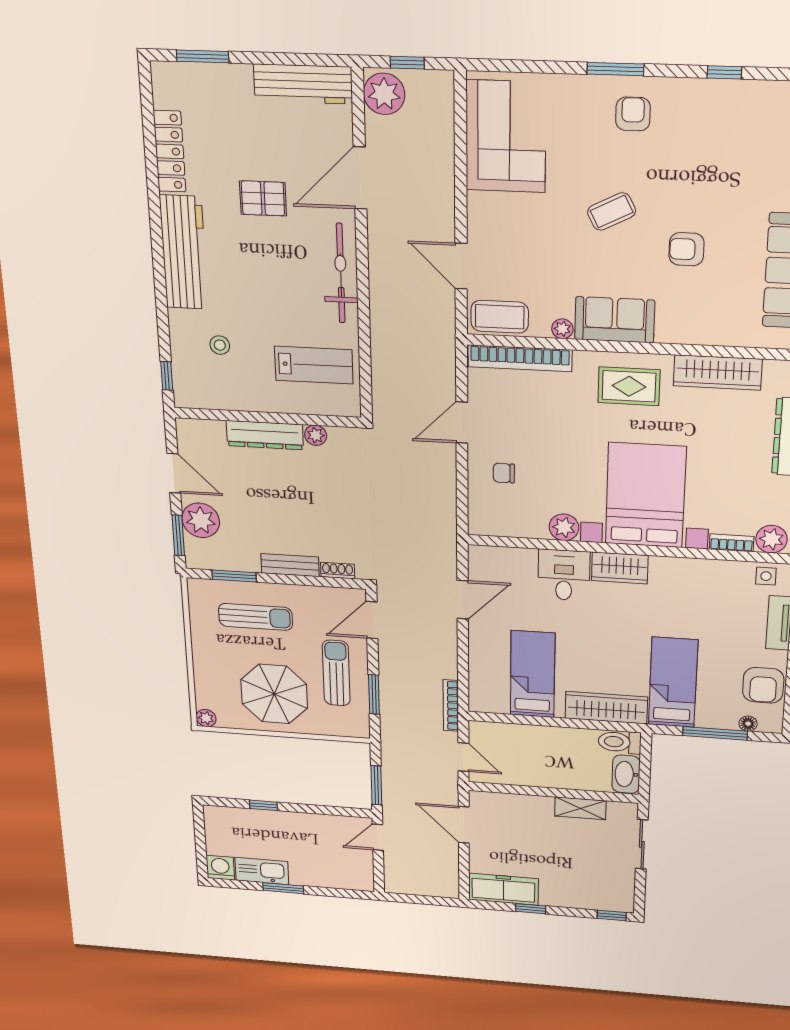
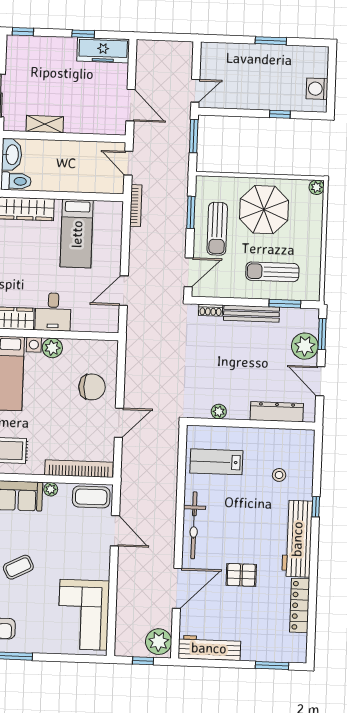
window: (167, 376) -> (316, 507), moved
dresser: (265, 435) -> (277, 412), moved
chair: (504, 473) -> (92, 387), width x1.87, depth x1.87
bench: (290, 565) -> (251, 314), width x1.36
washing machine: (220, 868) -> (317, 89), moved, turned 90
kitchen sink: (262, 871) -> (286, 55), removed

